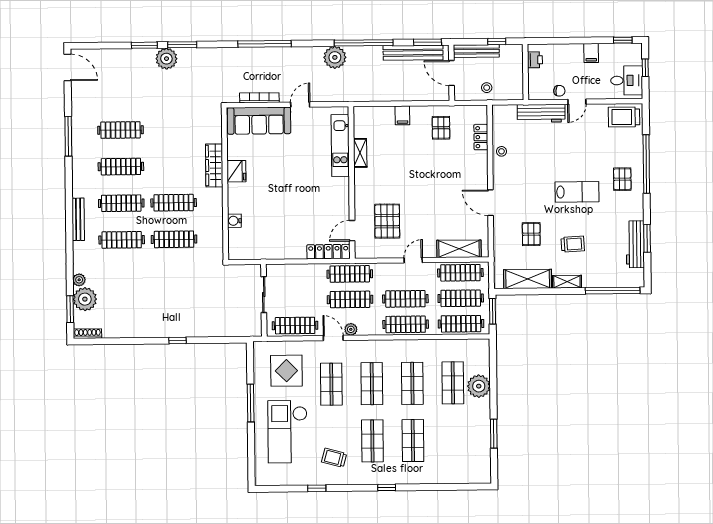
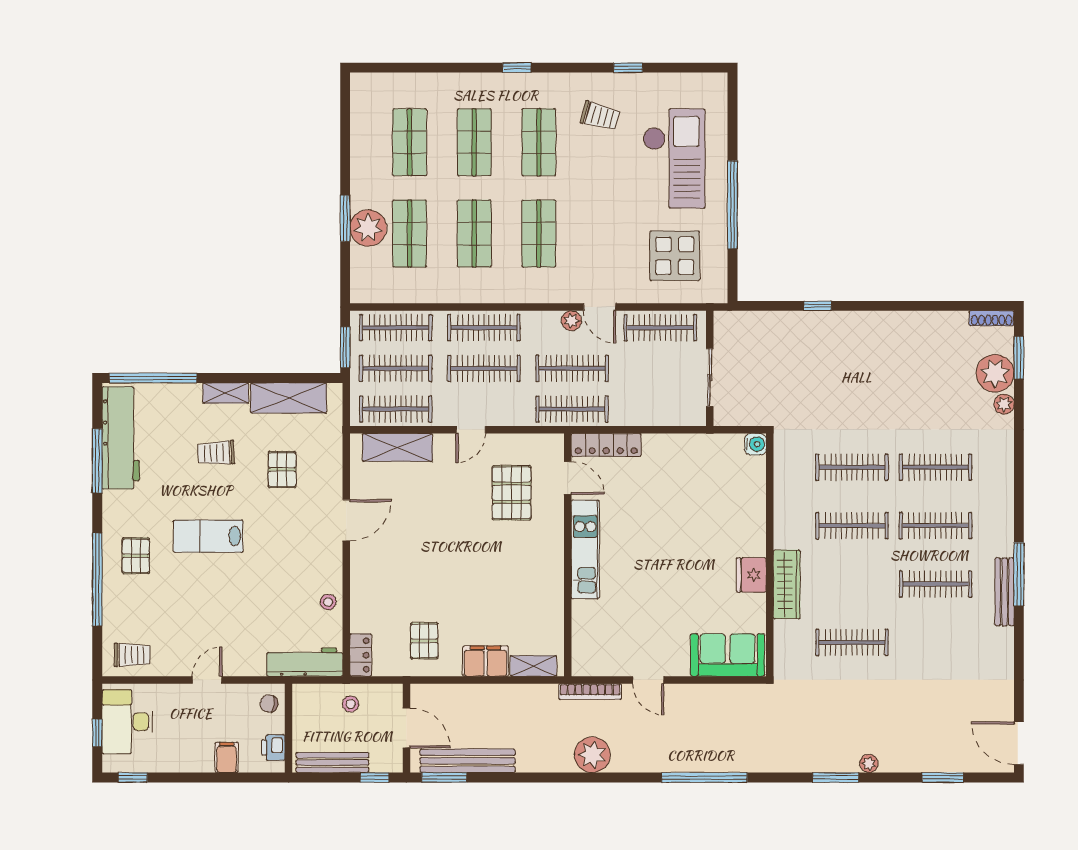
window: (497, 41) -> (375, 777), moved
window: (364, 43) -> (546, 777), removed
window: (144, 45) -> (943, 777), moved
bench: (476, 51) -> (332, 762), moved
filing cabinet: (591, 53) -> (227, 757), moved
plant: (166, 59) -> (869, 764), width x0.53, depth x0.53
desk: (627, 80) -> (127, 722), width x1.37
chair: (559, 91) -> (269, 704), moved
bookcase: (259, 98) -> (590, 692), moved
door: (300, 105) -> (648, 680), hinge flipped
workbench: (541, 113) -> (305, 662), moved
filing cabinet: (402, 115) -> (486, 661), width x2.00
trolley: (624, 117) -> (132, 655), width x0.73, depth x0.72
sofa: (259, 121) -> (728, 655), width x0.73
clothes rail: (120, 130) -> (852, 642), moved
window: (68, 136) -> (1019, 574), moved
locker: (481, 137) -> (361, 655), moved
kitchen unit: (340, 146) -> (585, 549), moved
shelving: (360, 153) -> (533, 666), moved, turned 90
door: (491, 203) -> (346, 520), hinge flipped
bench: (78, 219) -> (1005, 592), moved
water cooler: (234, 221) -> (755, 444), moved
door: (352, 231) -> (568, 478), hinge flipped
window: (647, 238) -> (97, 461), width x1.44
workbench: (635, 244) -> (121, 438), width x1.36, depth x1.32
window: (178, 340) -> (818, 306), moved
shop shelf: (331, 384) -> (410, 142), moved
window: (251, 403) -> (733, 205), width x1.46
window: (494, 434) -> (345, 218), moved

